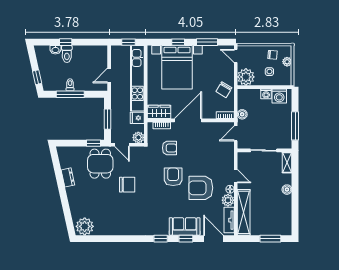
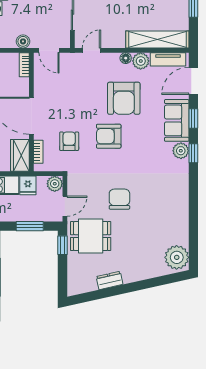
door: (236, 176) -> (92, 50), moved
plant: (162, 229) -> (181, 151), added

